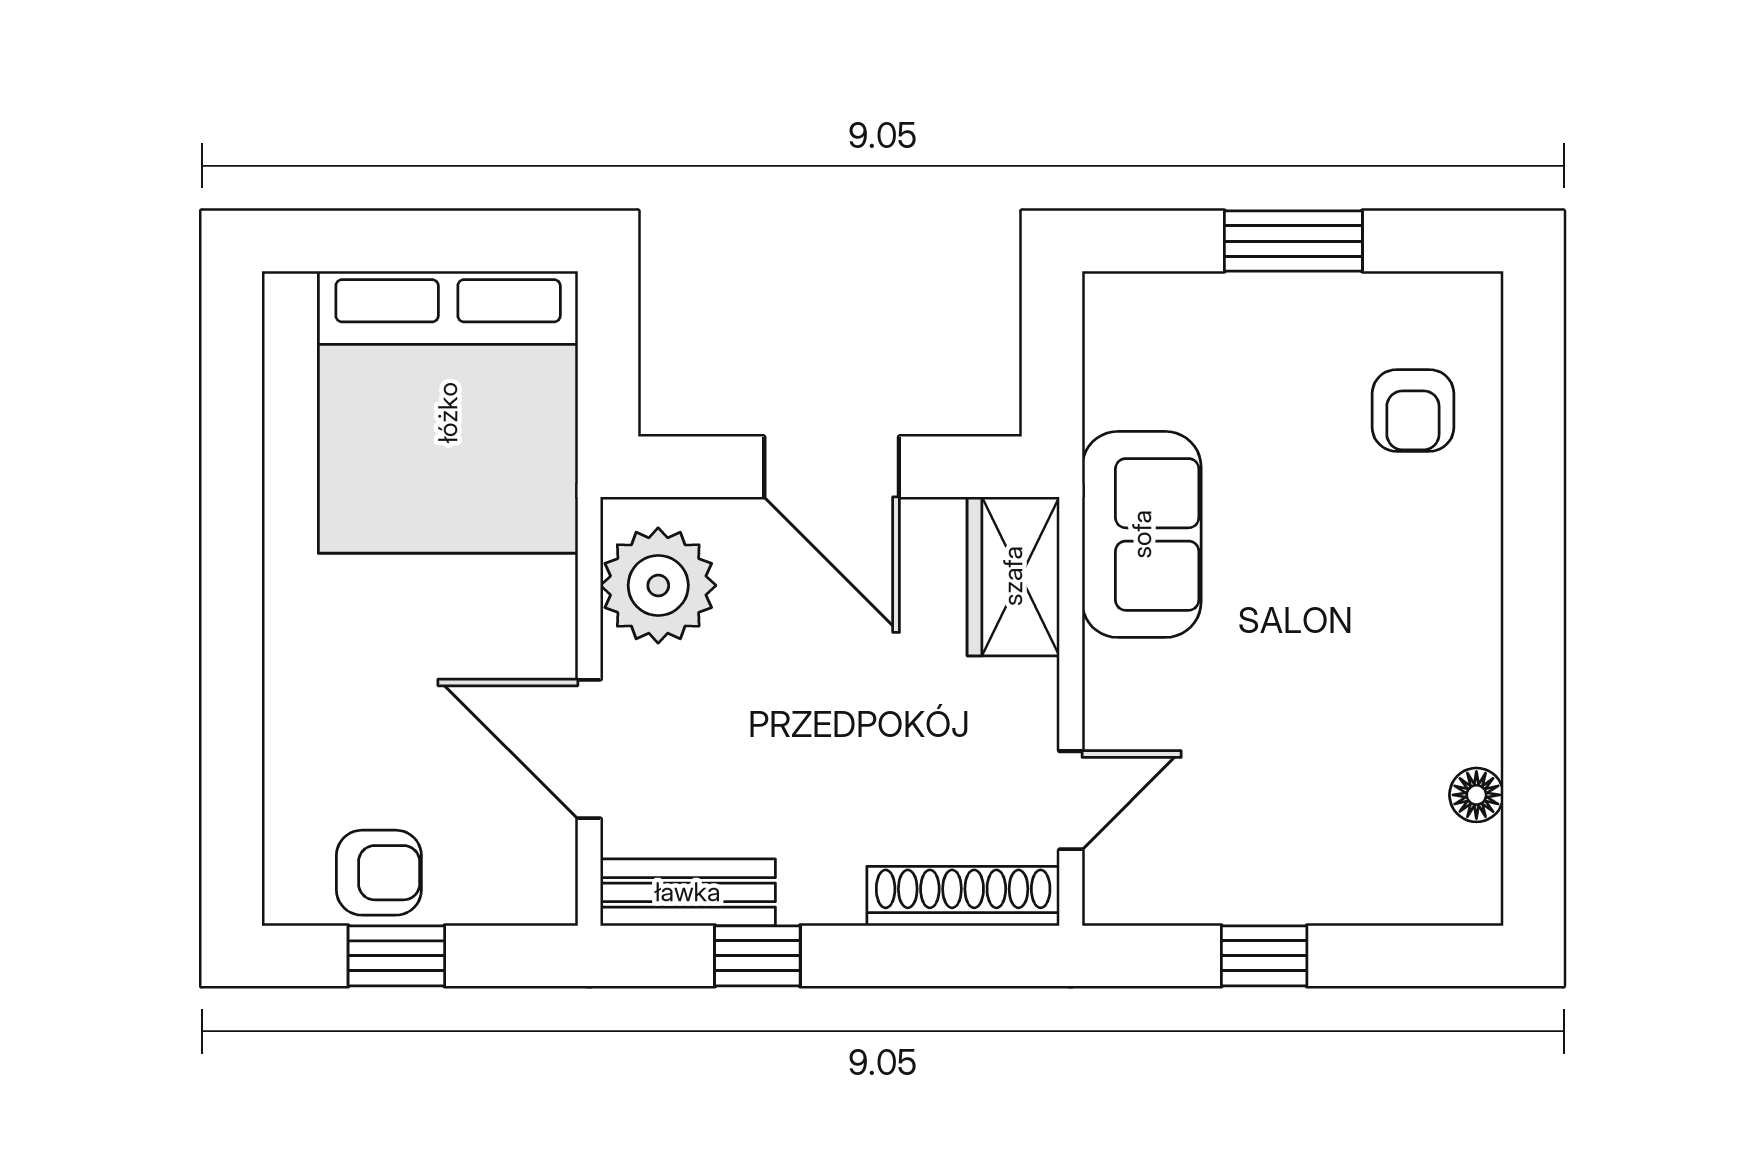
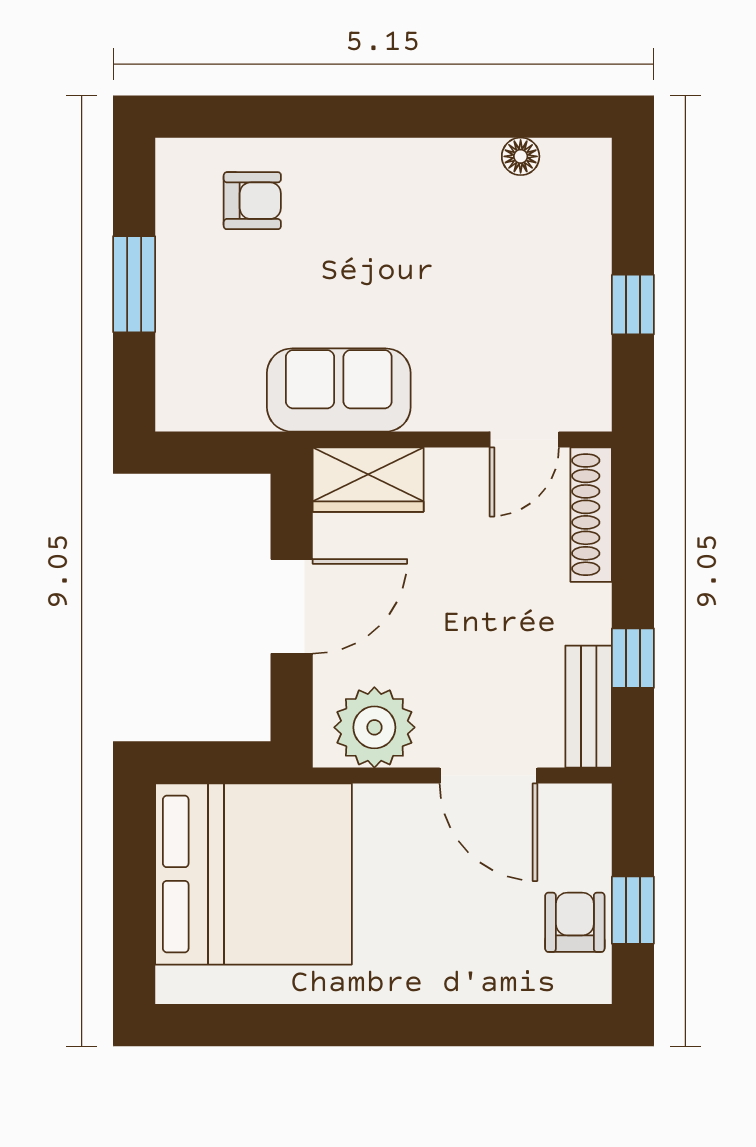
door: (589, 749) -> (489, 776), hinge flipped
door: (1071, 800) -> (524, 440), swing flipped

